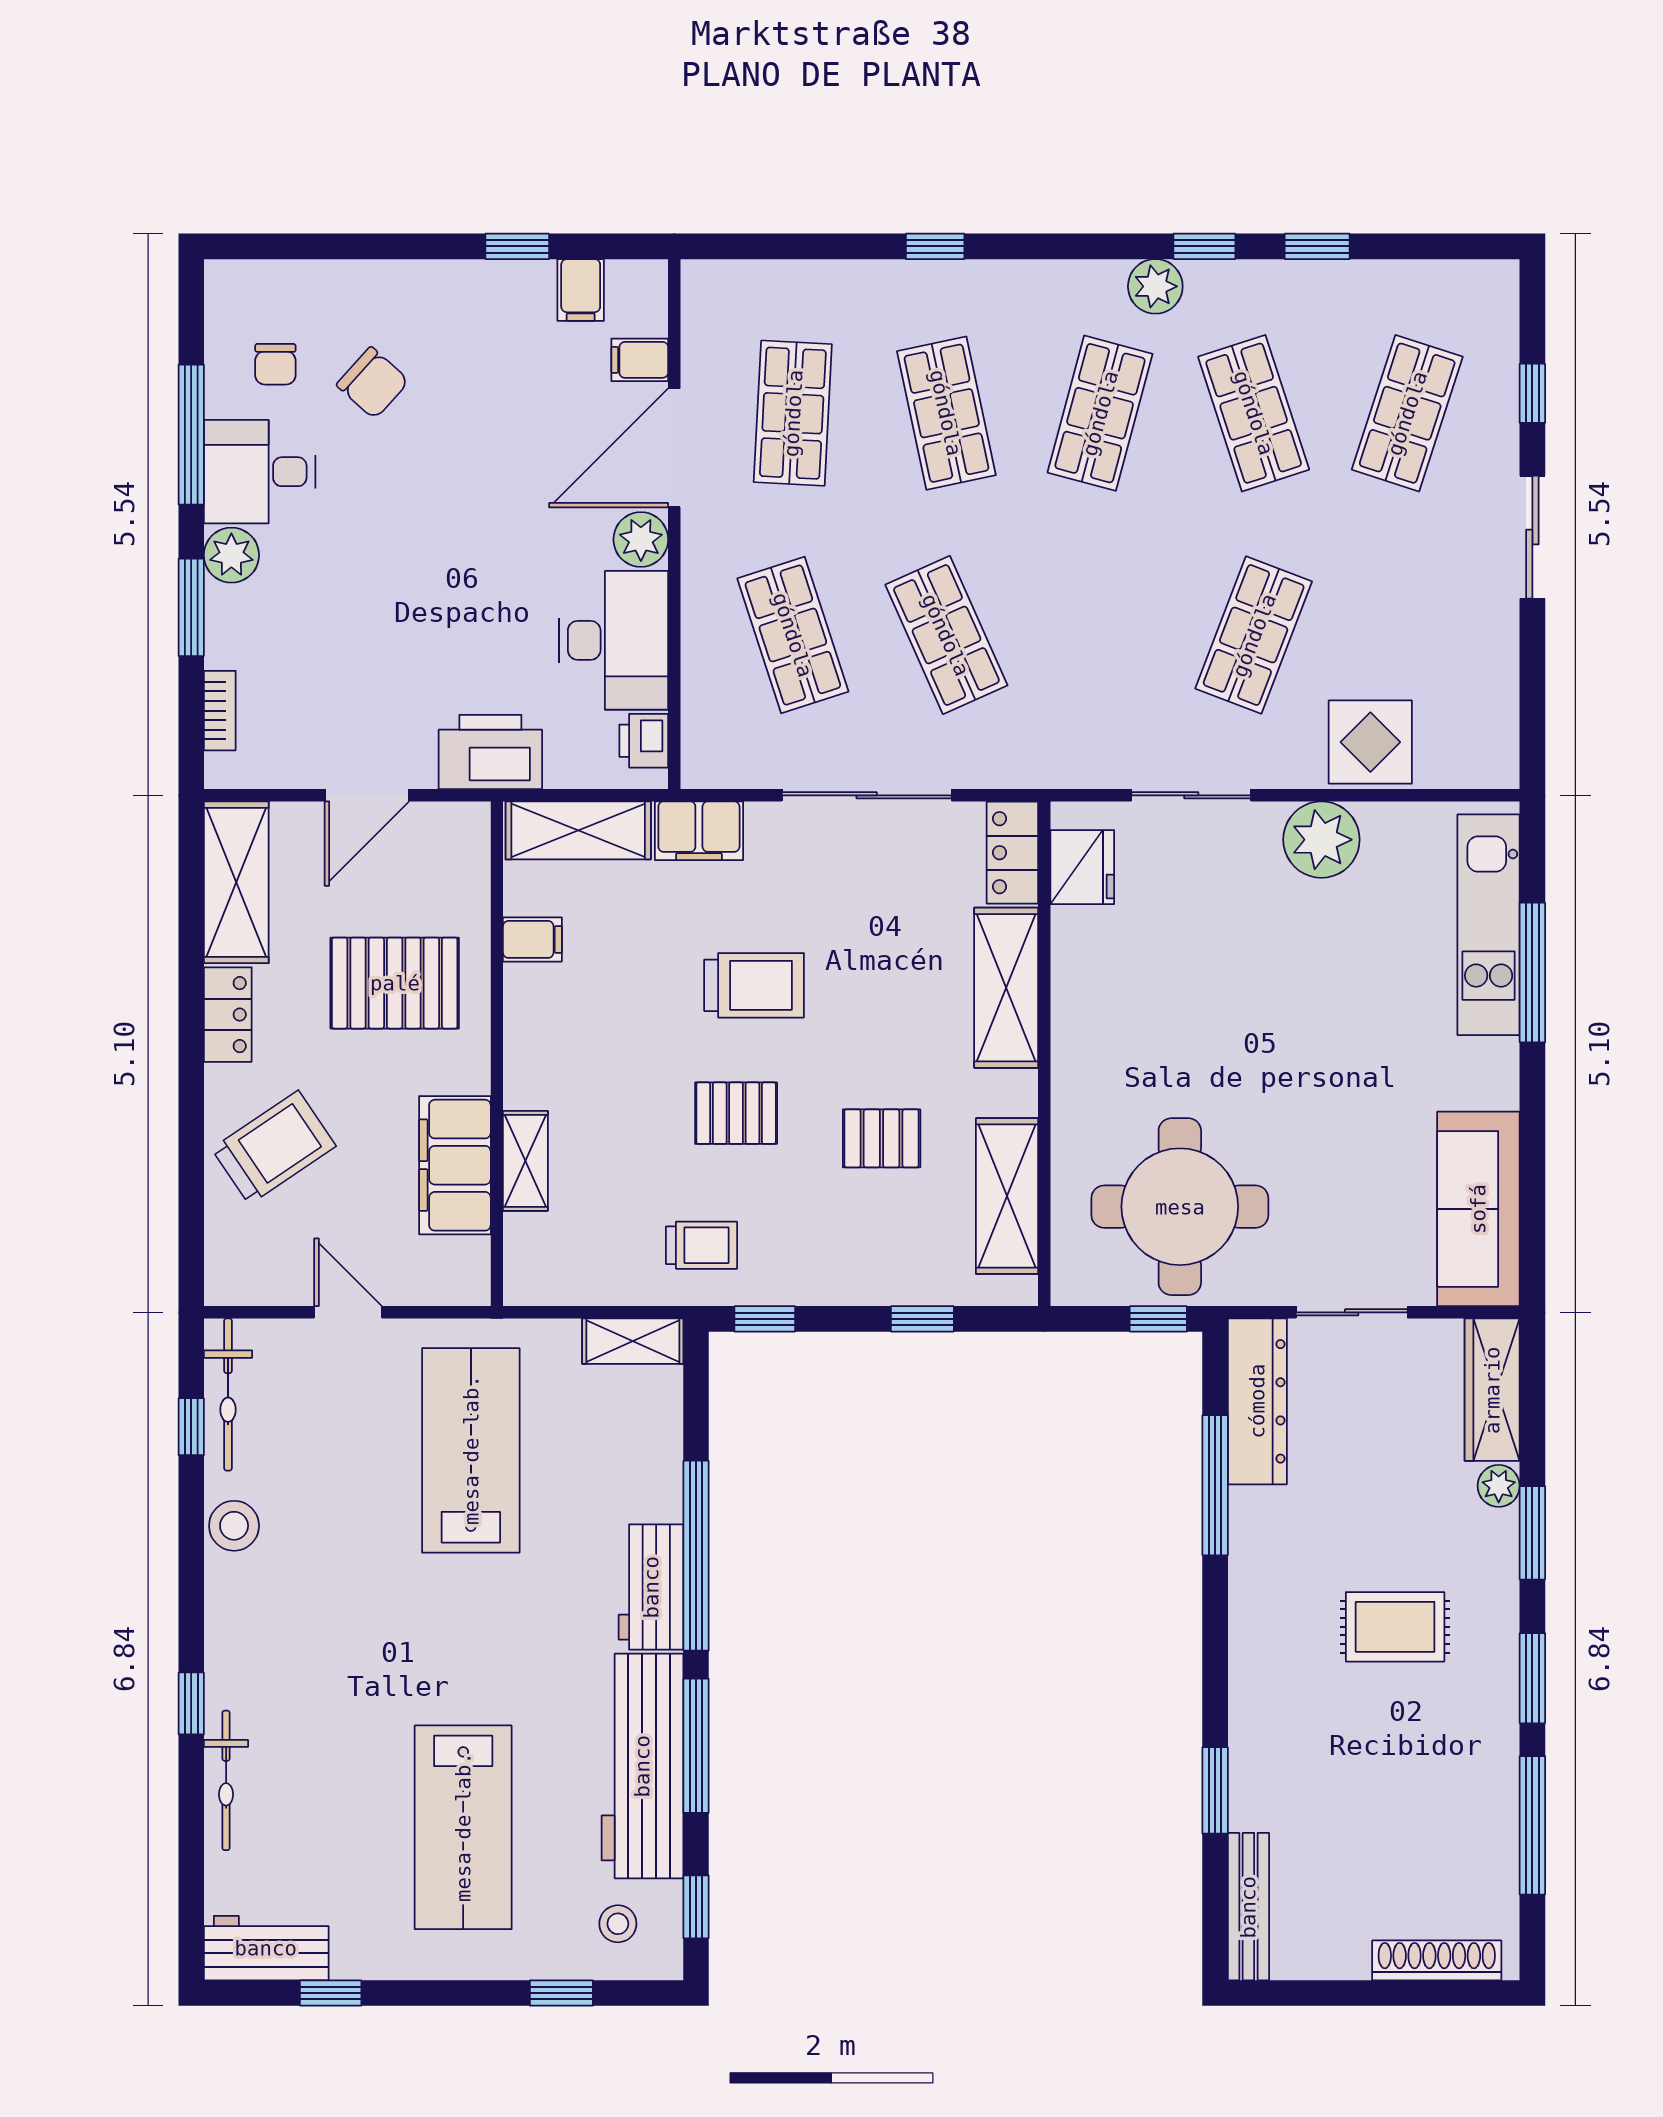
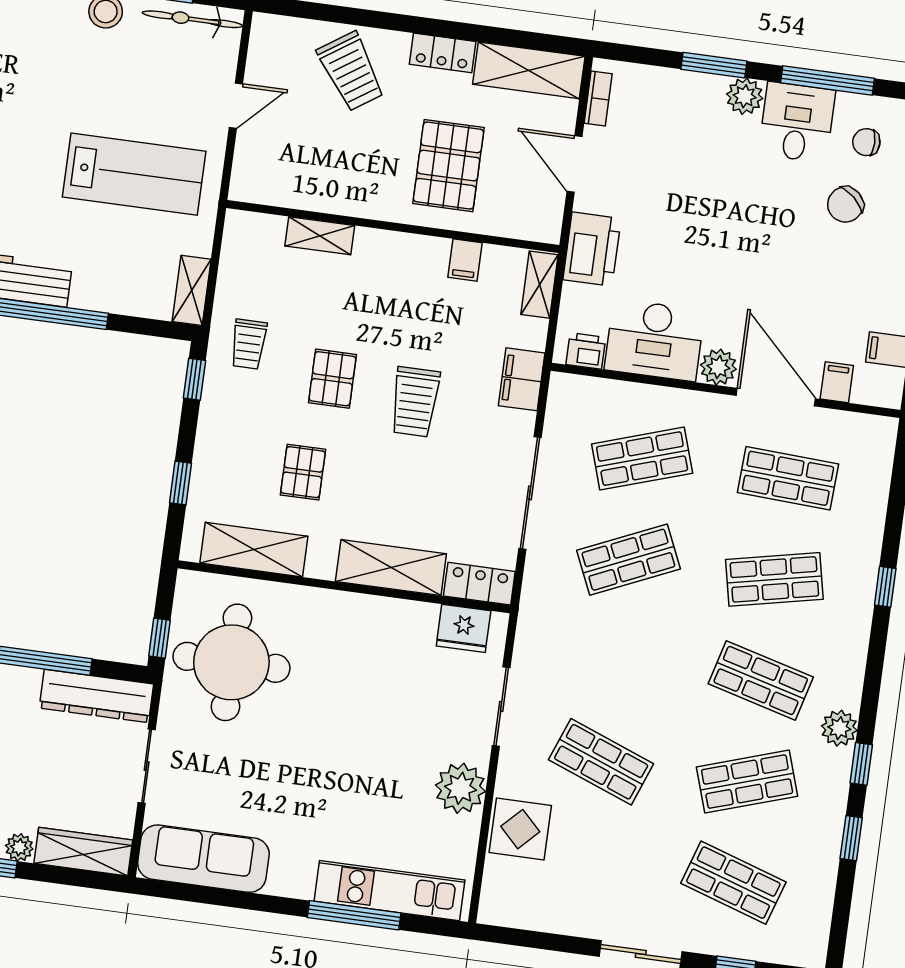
bookcase: (220, 711) -> (598, 99), moved, turned -90
shelving: (578, 830) -> (540, 285), width x0.67, depth x0.75
filing cabinet: (455, 1165) -> (323, 189), removed

